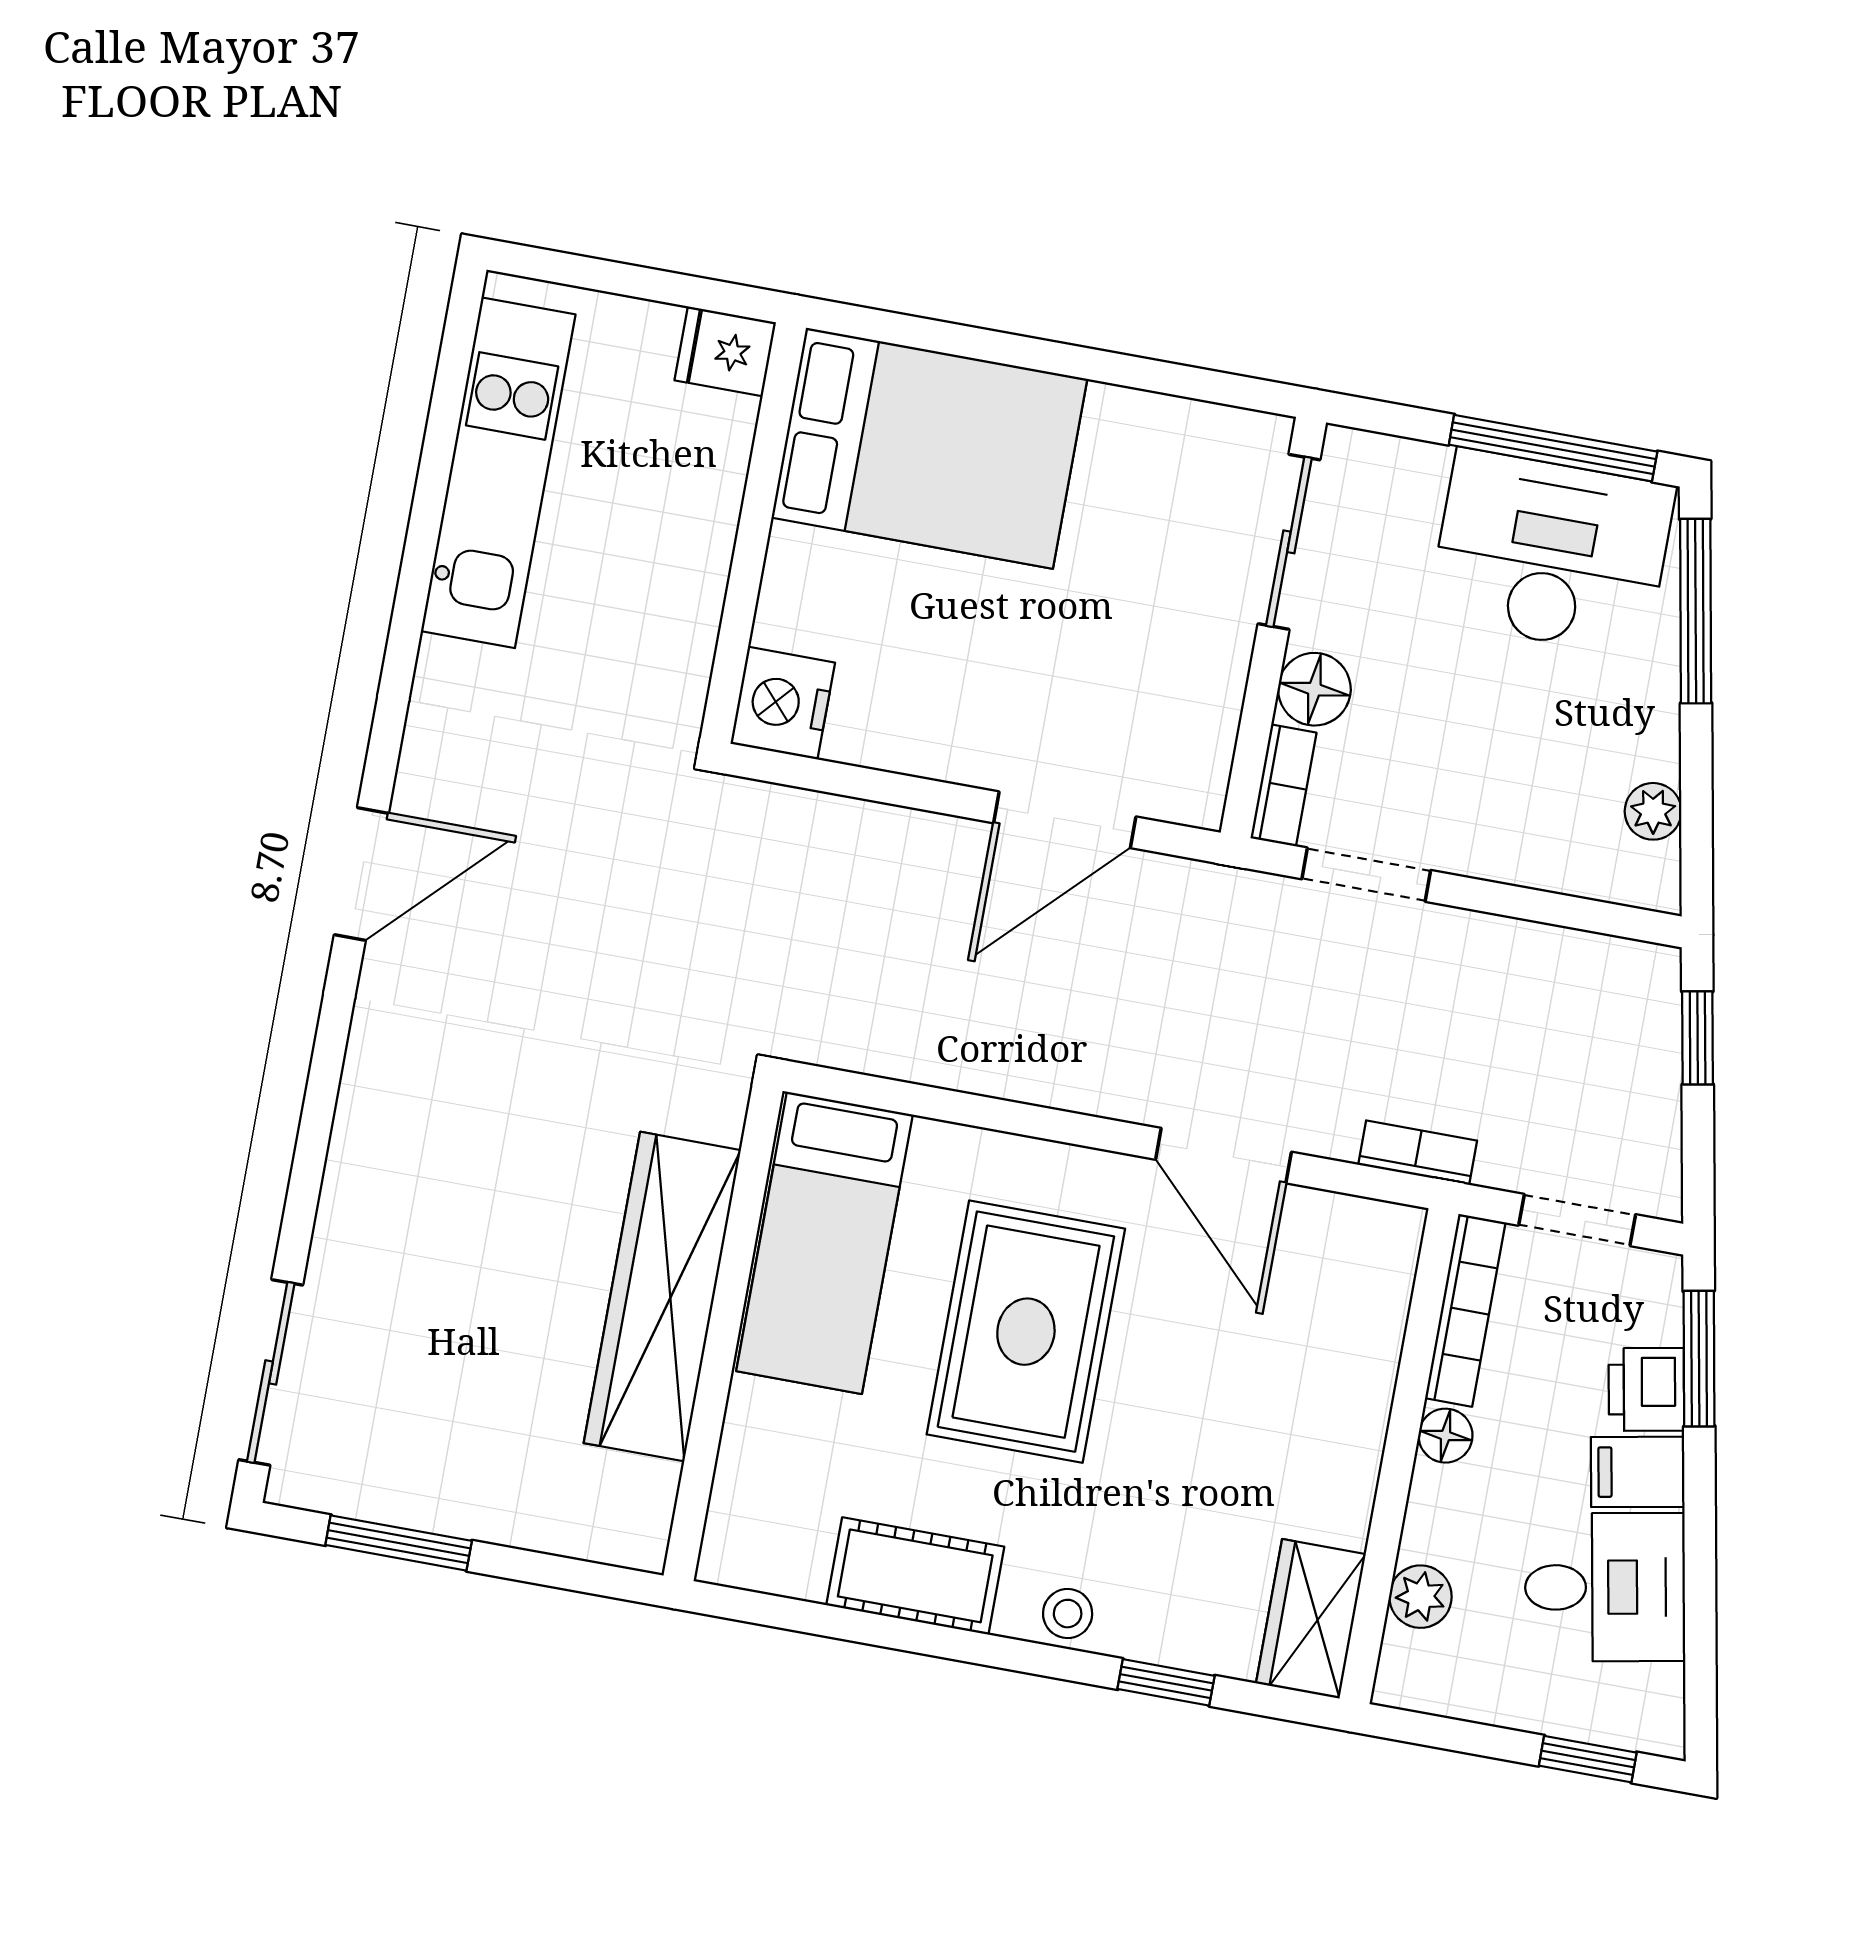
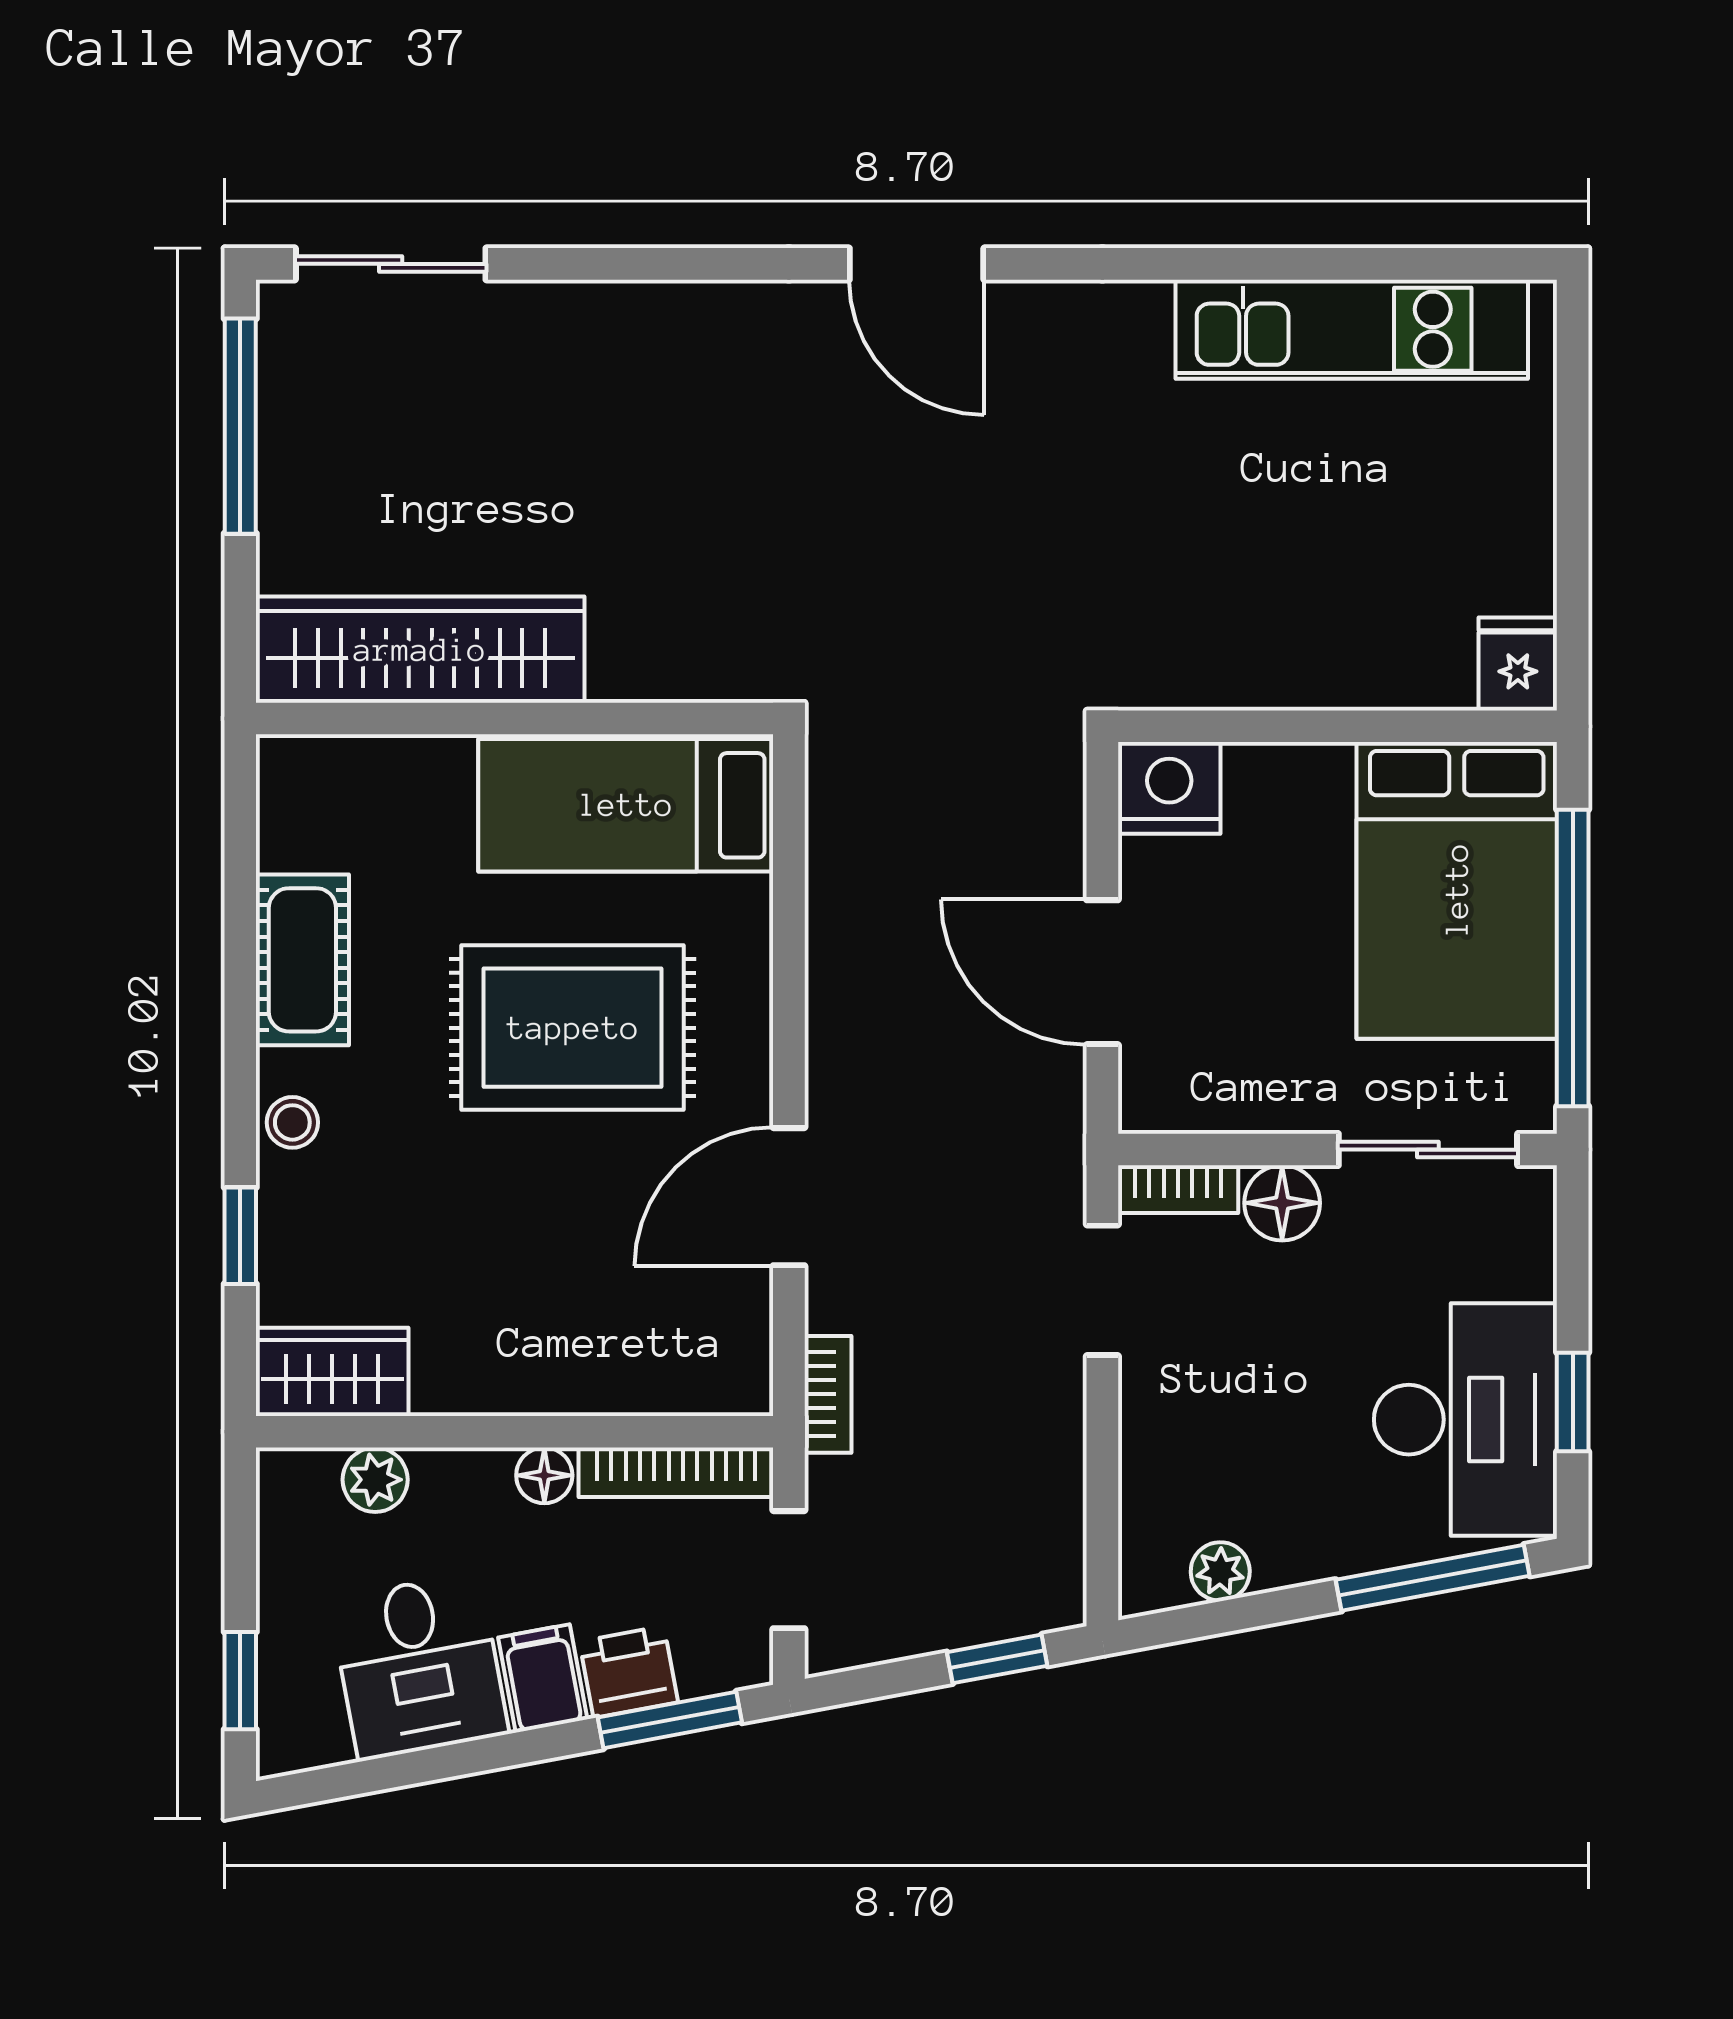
fridge: (725, 351) -> (1518, 664), moved
window: (1132, 372) -> (1573, 958), added
bed: (929, 448) -> (1457, 890), moved
window: (1553, 448) -> (1573, 1402), width x0.46
wall: (753, 533) -> (1337, 726), moved
nightstand: (783, 703) -> (1169, 788), moved
wardrobe: (662, 1297) -> (420, 650), moved
window: (399, 1543) -> (240, 426), width x1.44

